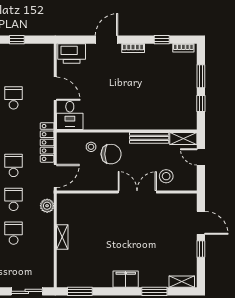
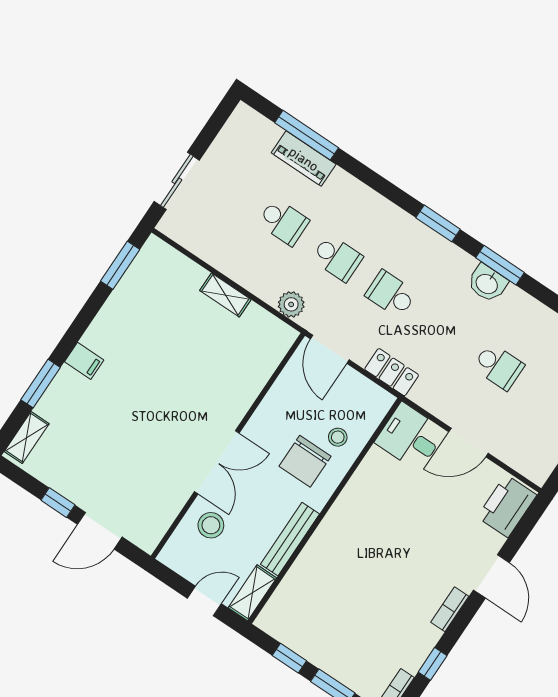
locker: (47, 142) -> (392, 372), width x0.66
school desk: (14, 165) -> (391, 294), turned 180
filing cabinet: (126, 279) -> (84, 361), width x0.50

